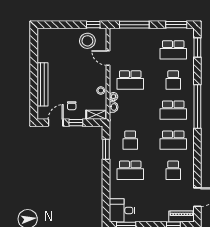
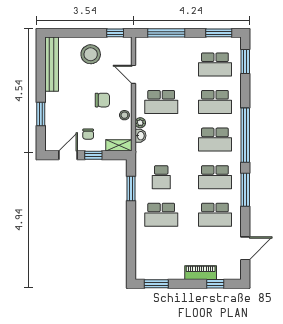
stool: (87, 41) -> (91, 54), moved
chair: (83, 78) -> (102, 100), added
school desk: (173, 80) -> (215, 102), width x1.85
bench: (42, 84) -> (52, 64), moved
window: (34, 90) -> (41, 114), added
window: (197, 150) -> (245, 190), added
school desk: (173, 170) -> (215, 215), width x1.85
desk: (122, 210) -> (151, 265), removed
piano: (182, 217) -> (201, 273), moved

